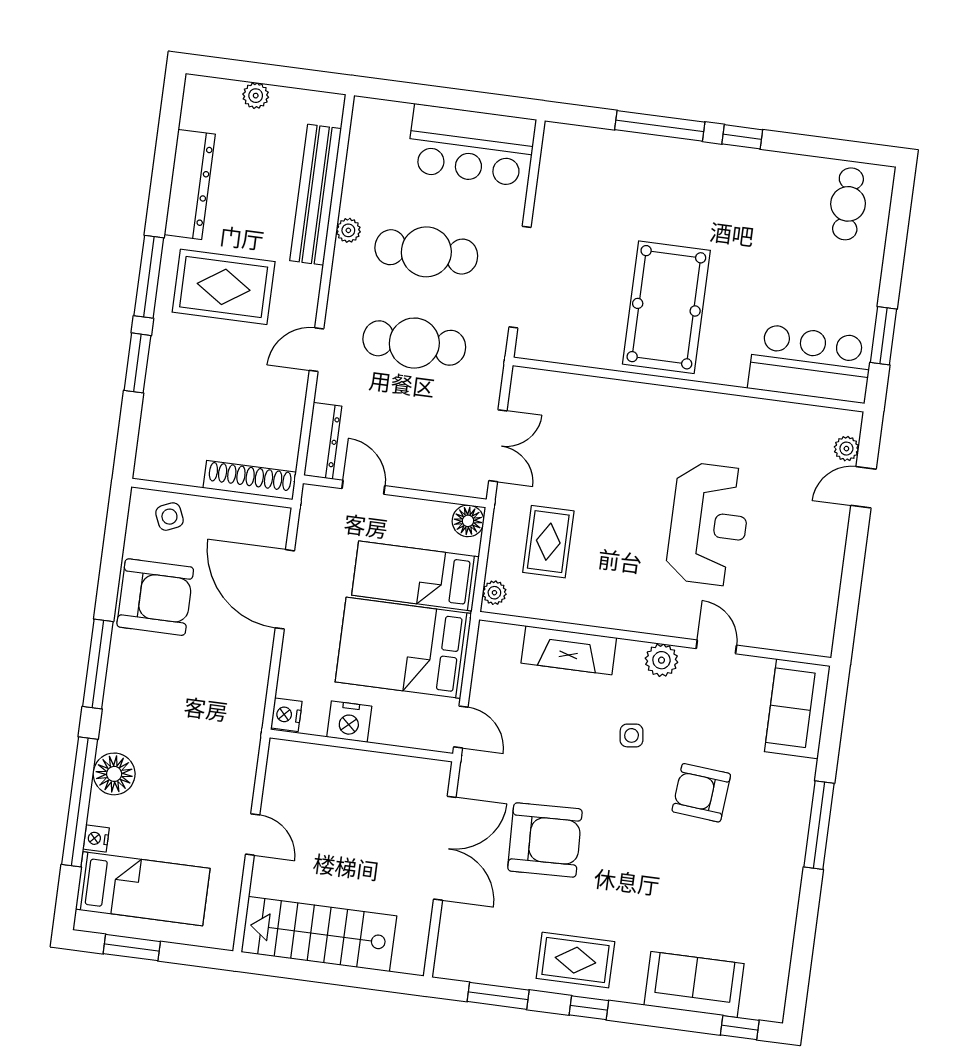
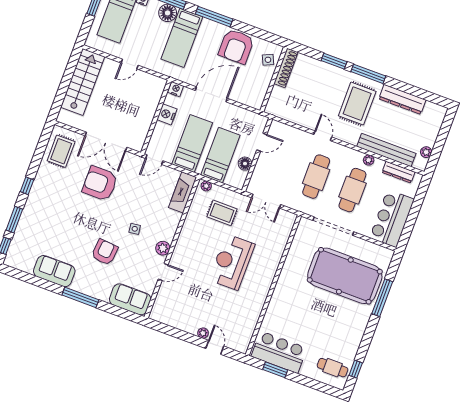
plant: (256, 96) -> (426, 152), moved
window: (742, 137) -> (356, 369), moved
pool table: (666, 307) -> (345, 276), moved, width x1.36, depth x1.32
bar counter: (810, 363) -> (279, 352), moved, turned -90
dresser: (323, 441) -> (398, 172), moved
plant: (846, 449) -> (203, 333), moved
shoe rack: (250, 480) -> (286, 68), moved
floor lamp: (468, 521) -> (245, 164), moved
reception desk: (709, 524) -> (232, 262), moved, turned 90
door: (285, 589) -> (211, 94), moved
bed: (403, 648) -> (192, 143), width x0.67
fireplace: (569, 650) -> (183, 192), moved
bed: (164, 728) -> (182, 38), added
armchair: (545, 840) -> (100, 183), turned 92
rug: (575, 960) -> (61, 151), moved
sofa: (694, 984) -> (54, 271), moved, turned -90
window: (498, 996) -> (14, 220), moved

